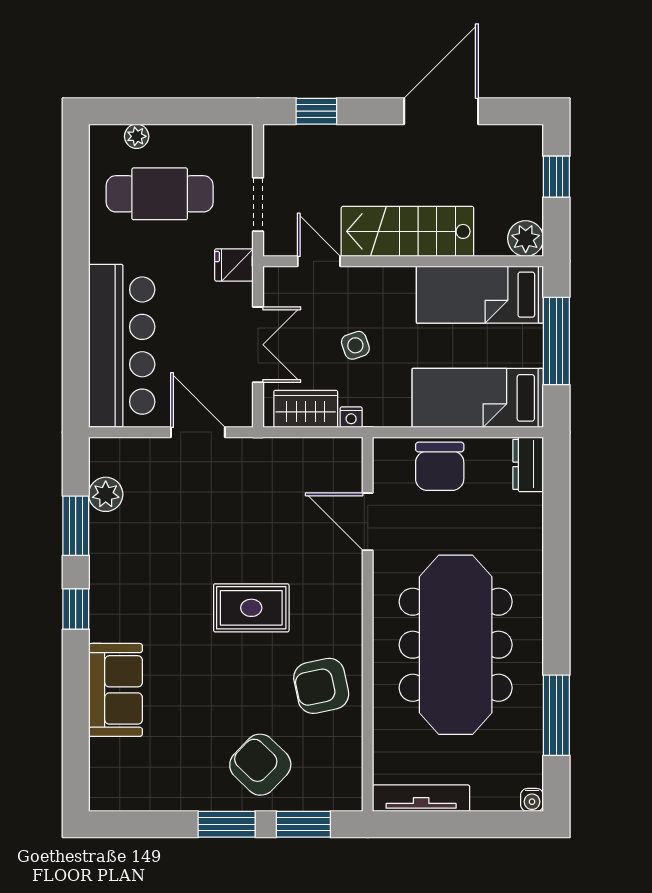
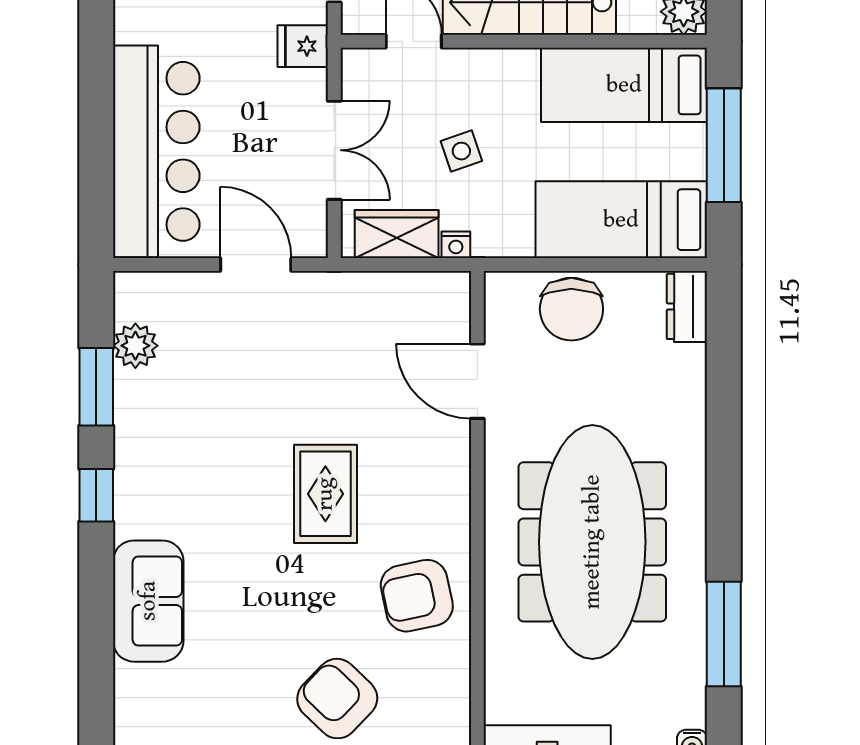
rug: (251, 608) -> (325, 494), turned 90

